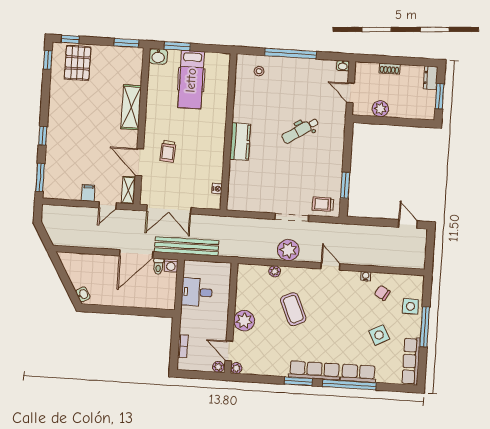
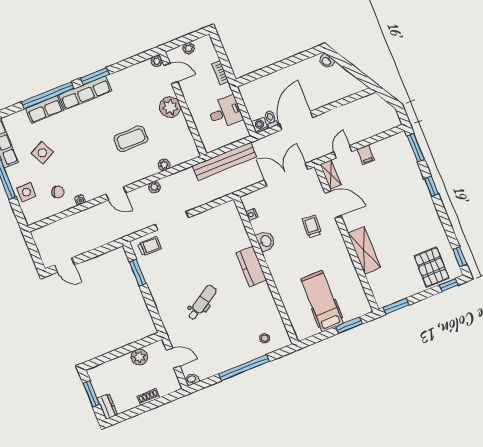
washbasin: (158, 56) -> (266, 241), moved, turned 90
bench: (187, 246) -> (225, 161), moved
plant: (288, 250) -> (154, 187), width x0.53, depth x0.53
coffee table: (293, 309) -> (131, 139), turned -66
bookcase: (183, 346) -> (220, 73), moved
plant: (218, 367) -> (189, 48), moved

